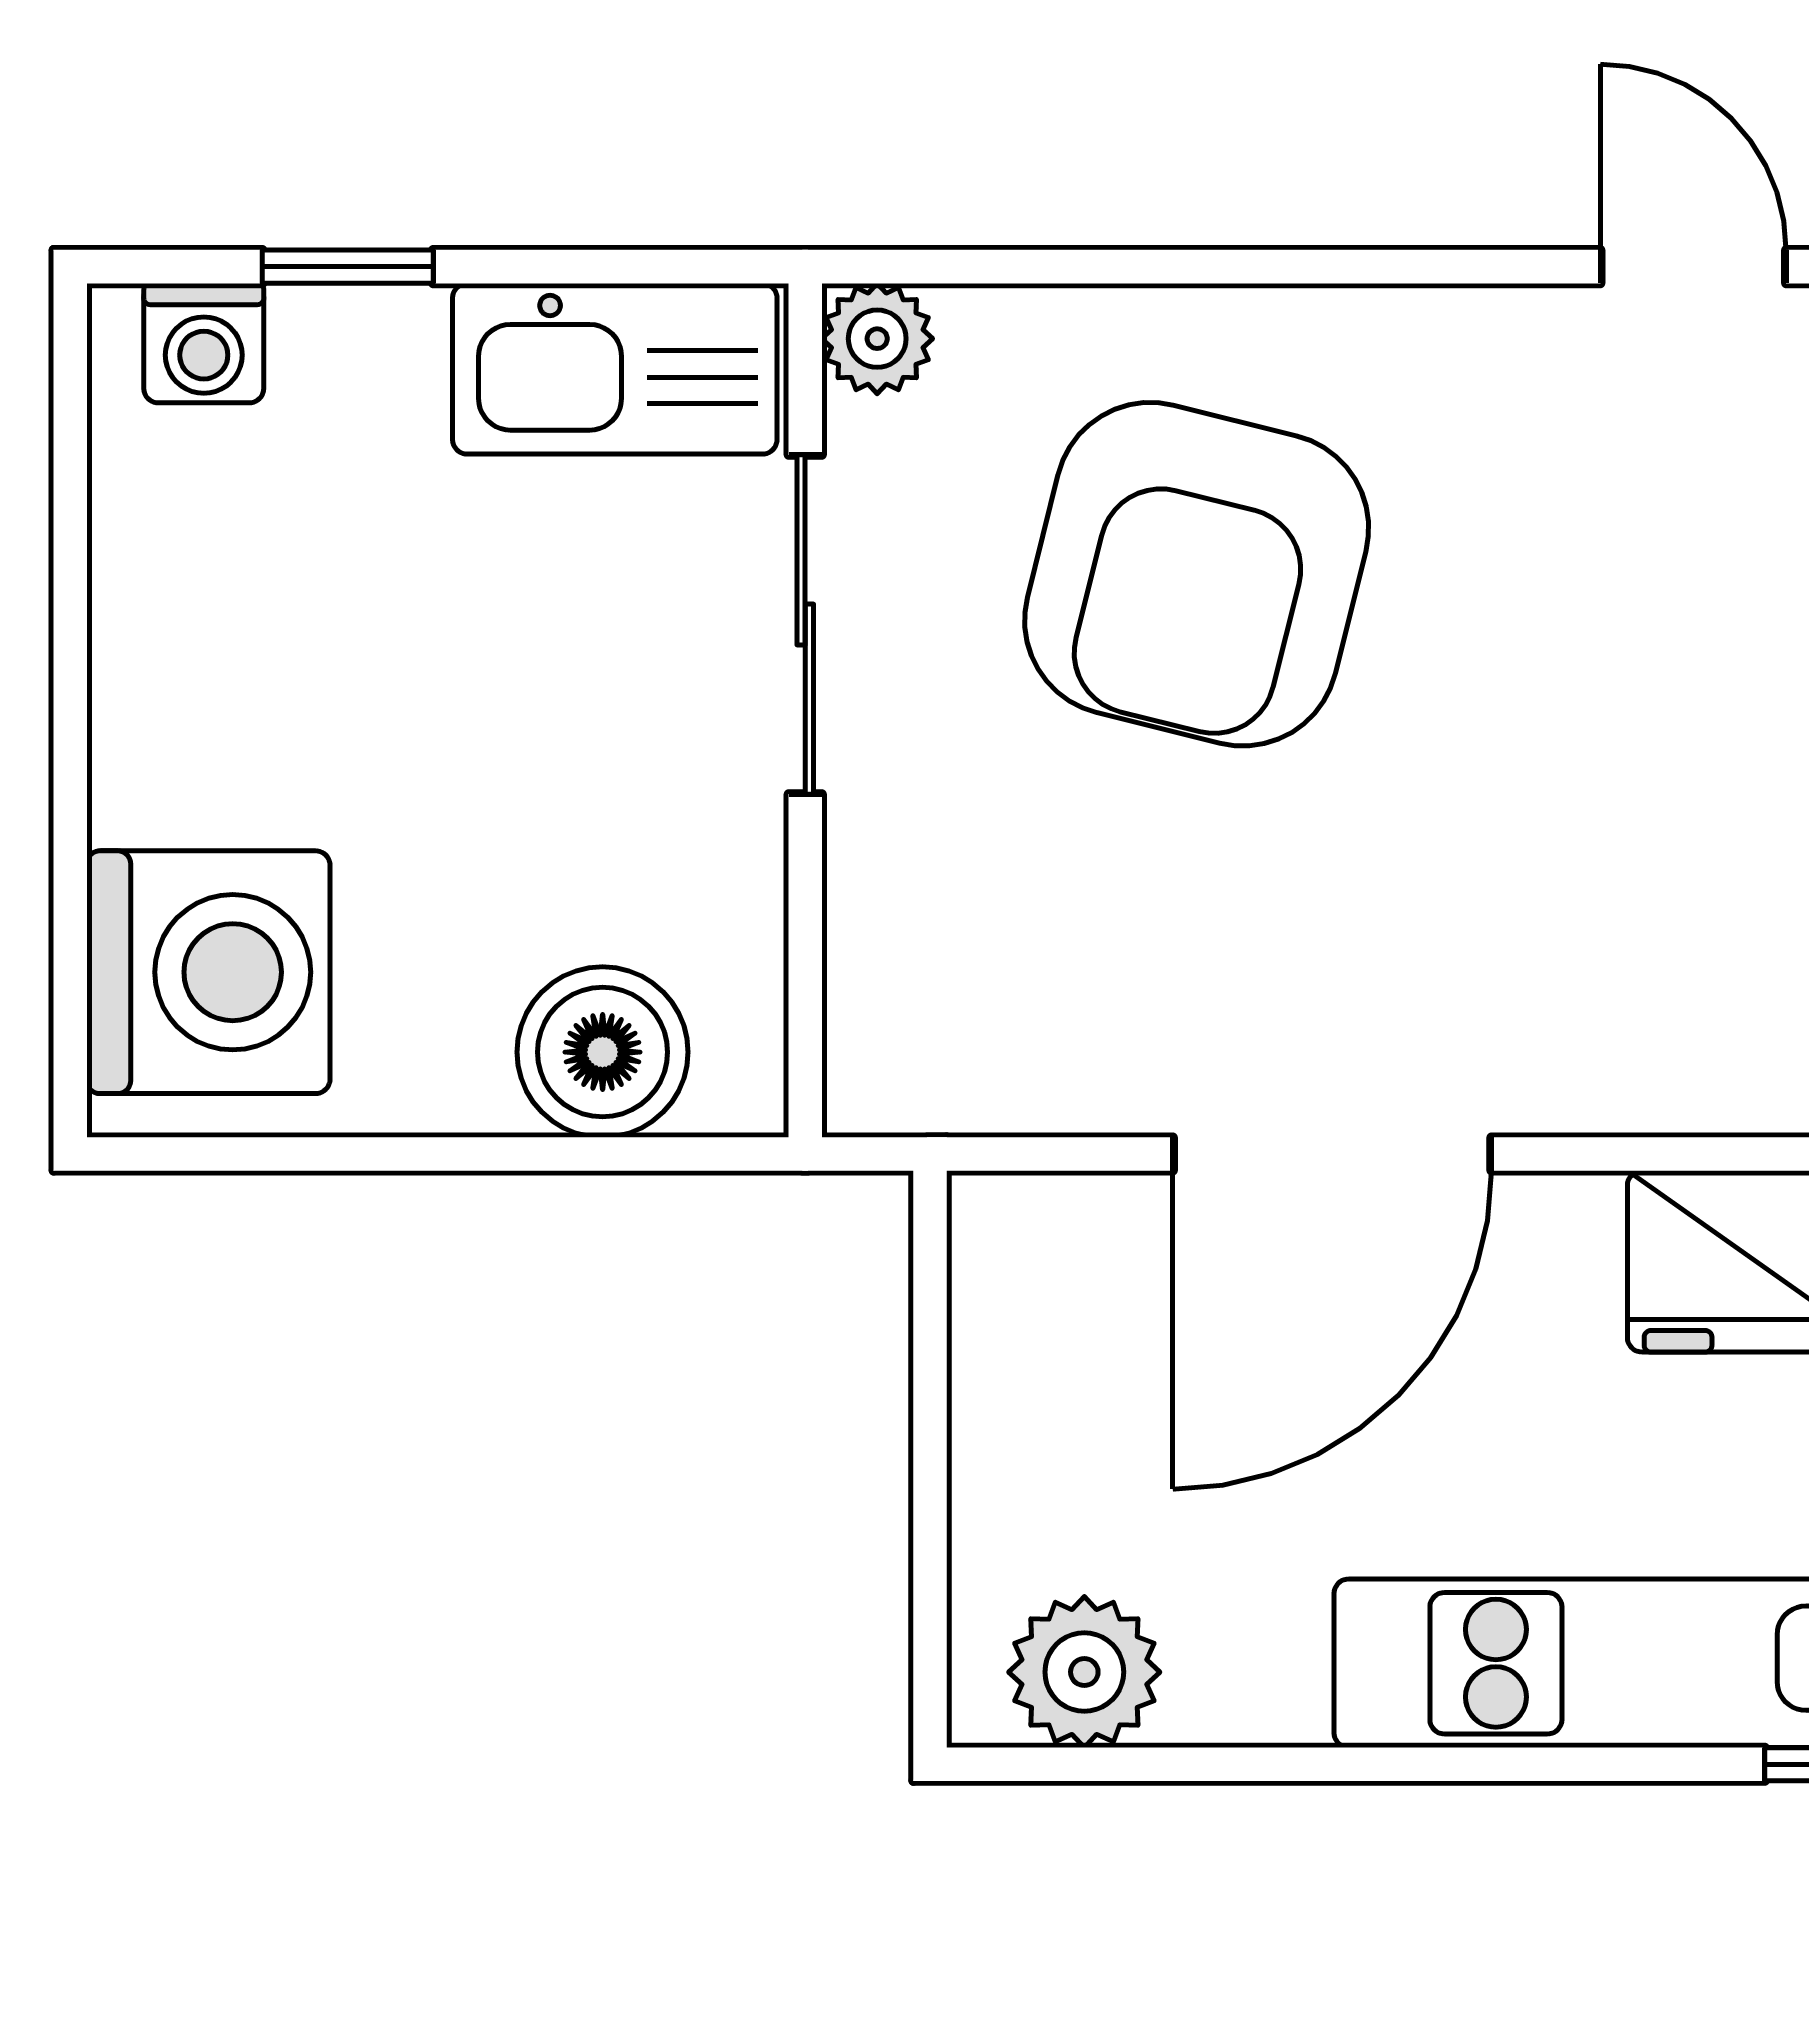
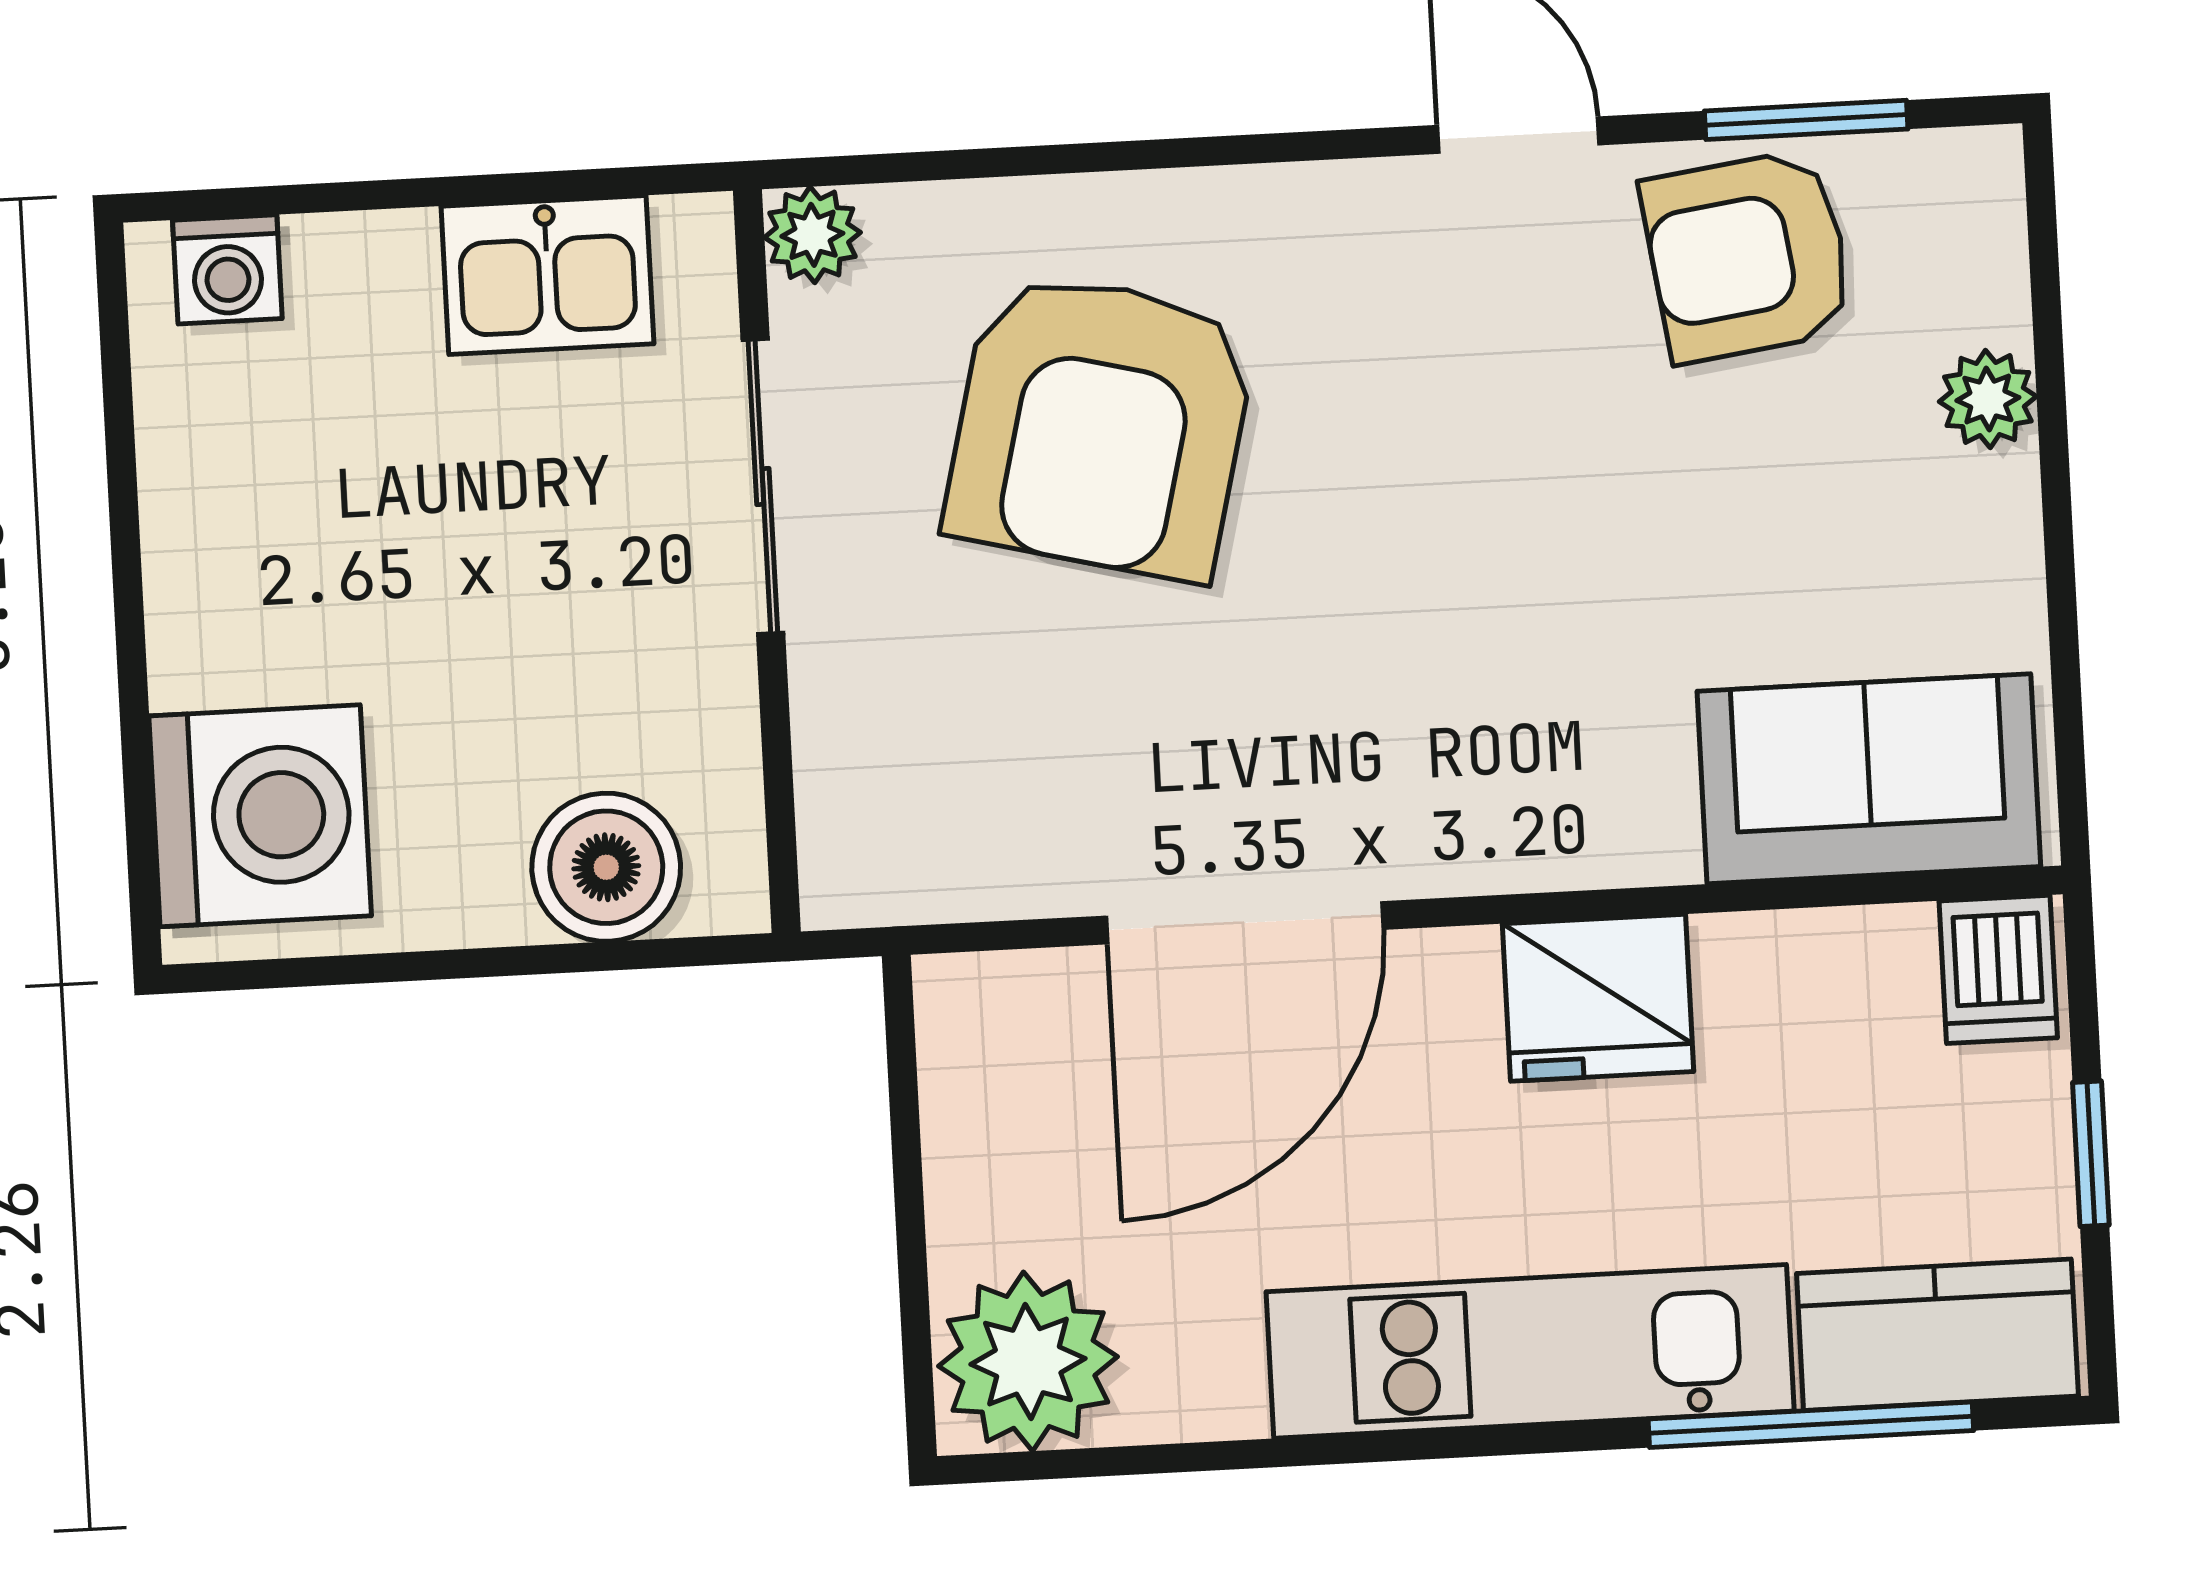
window: (348, 267) -> (349, 196), removed
kitchen sink: (615, 369) -> (547, 275), width x0.73
plant: (1084, 1672) -> (1028, 1361), width x1.36, depth x1.36

